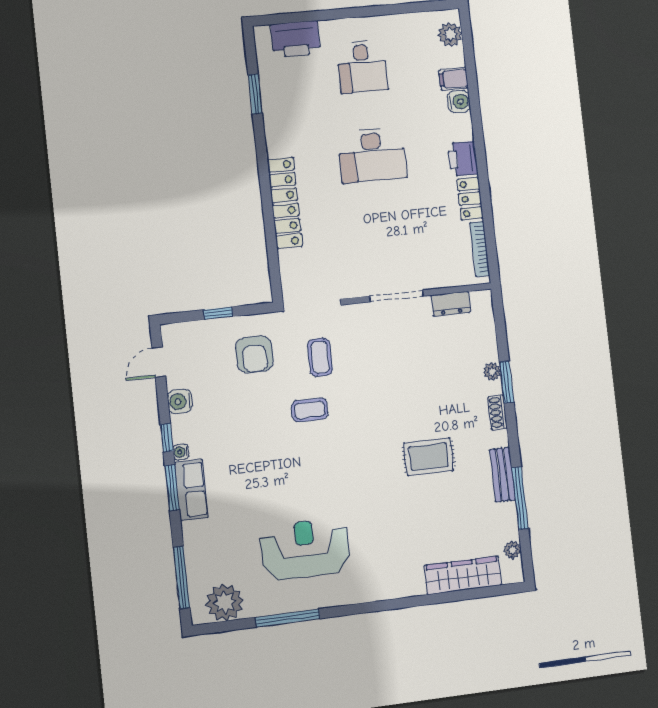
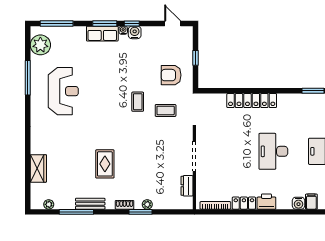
water cooler: (180, 401) -> (135, 32), moved
wardrobe: (463, 575) -> (38, 168), width x0.67

